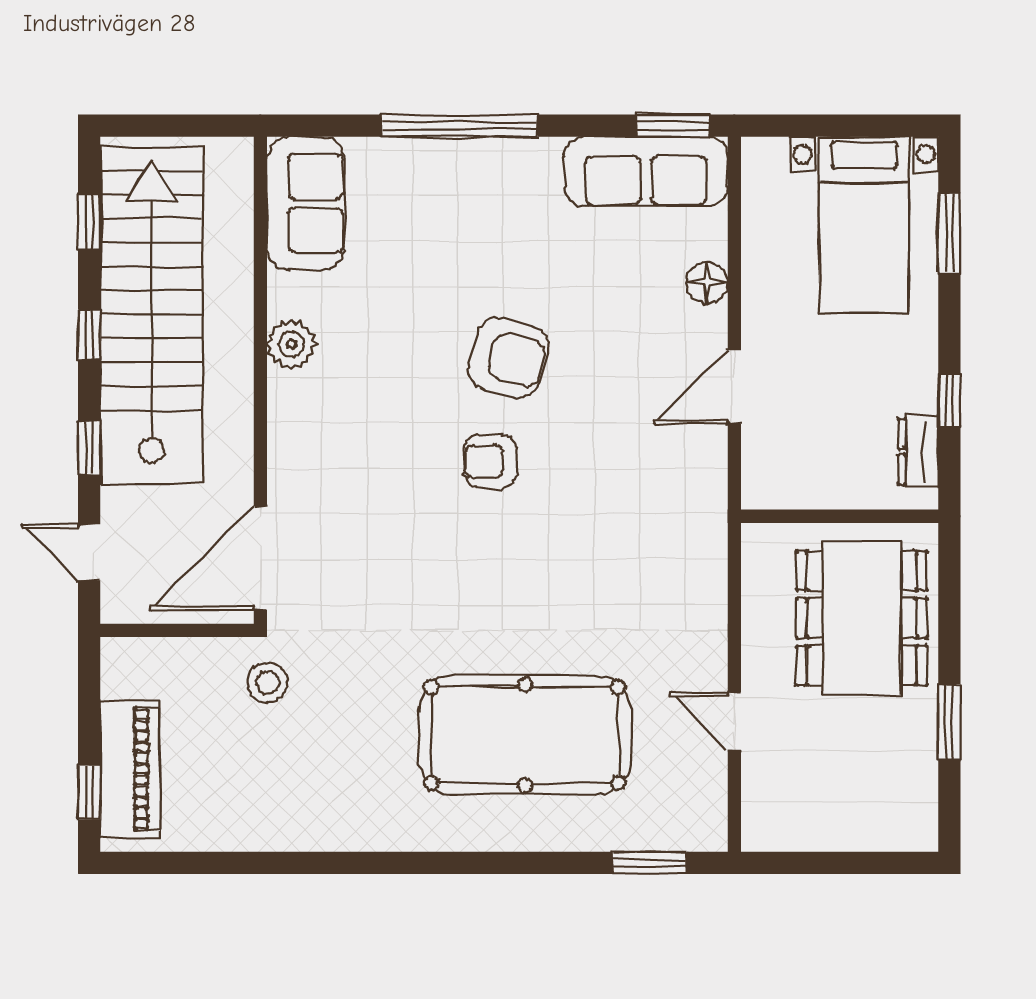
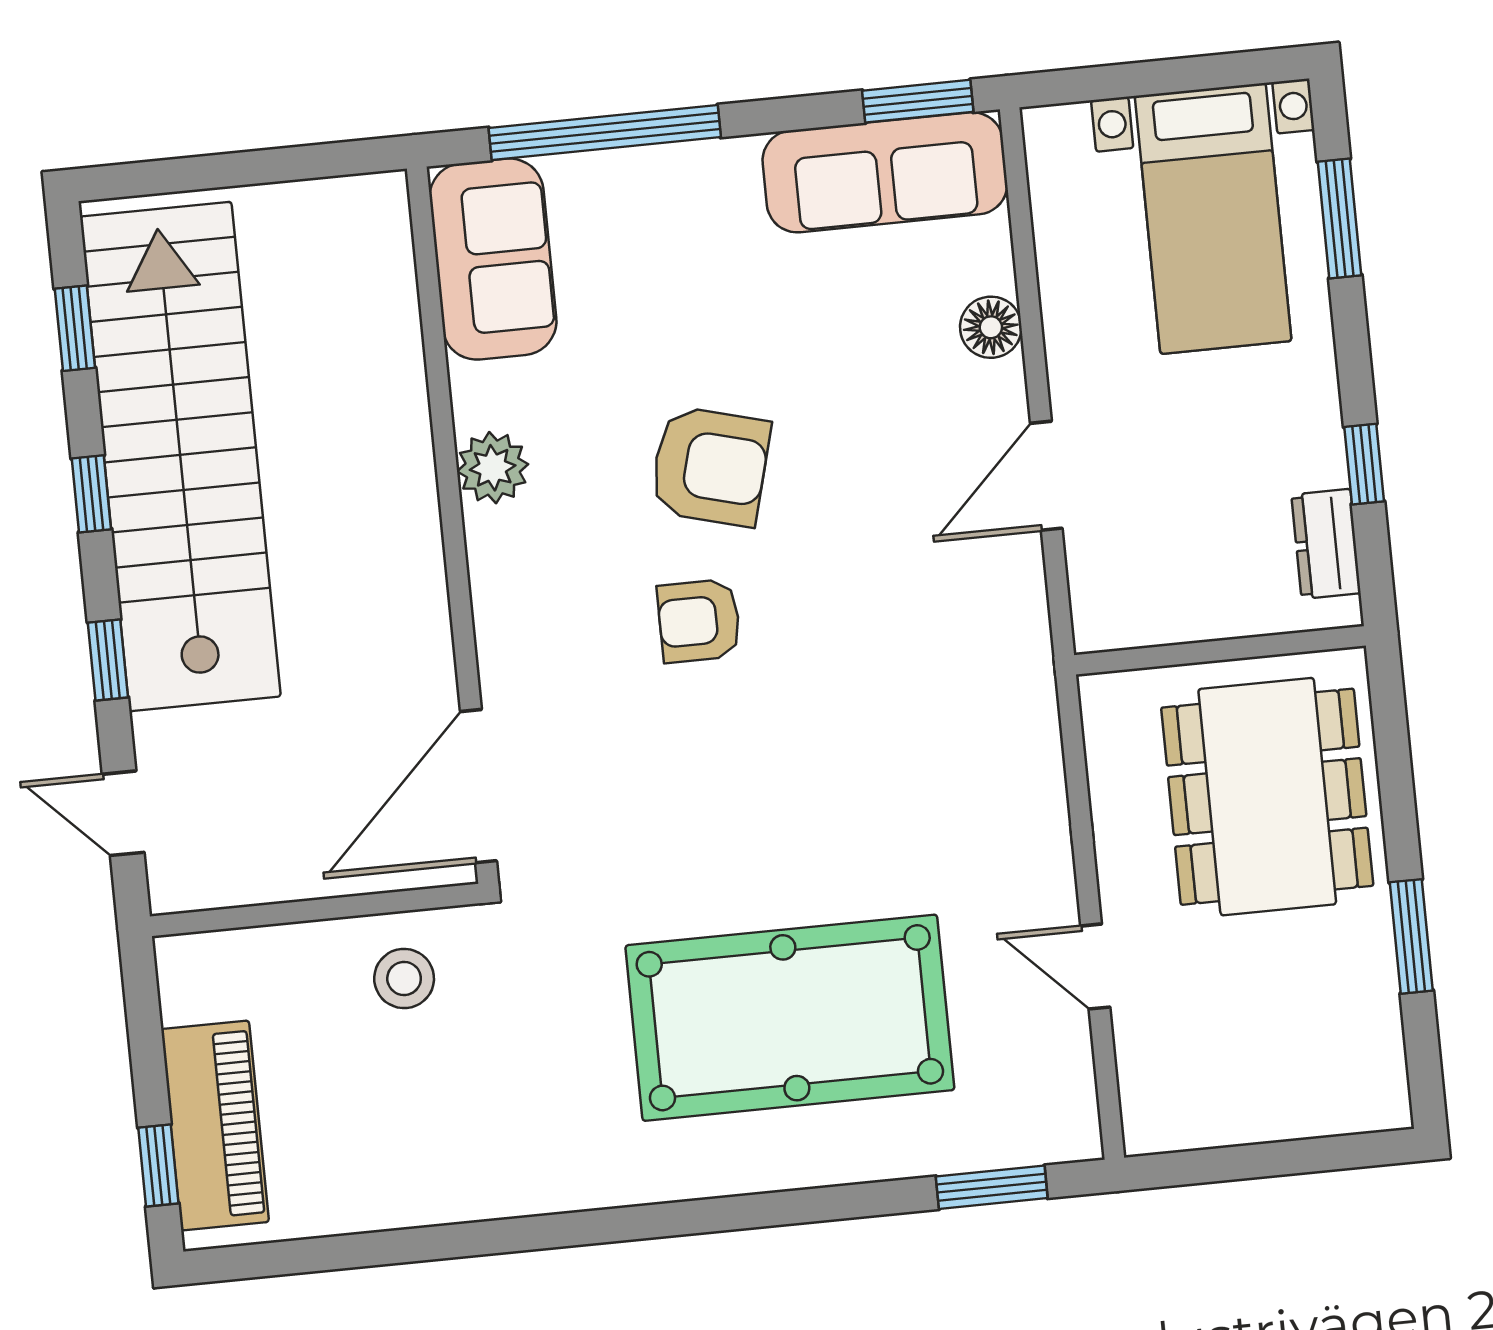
sofa: (306, 203) -> (493, 259), moved
plant: (291, 344) -> (493, 468), moved
wall: (260, 380) -> (452, 525), moved
door: (260, 558) -> (478, 786), moved

